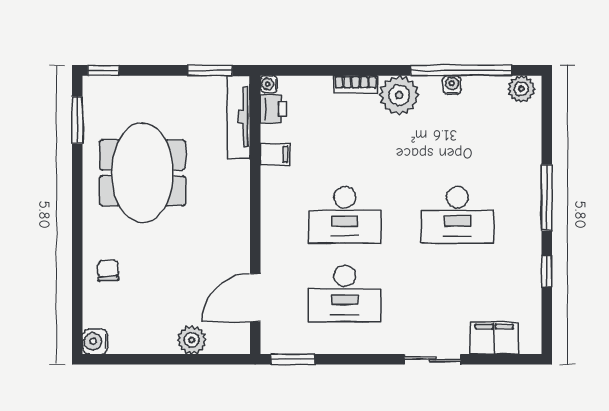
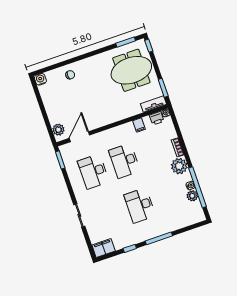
plant: (521, 89) -> (192, 196), moved
tv unit: (239, 117) -> (153, 104), width x0.71
meeting table: (142, 173) -> (131, 70), moved
door: (255, 298) -> (79, 137), hinge flipped
filing cabinet: (494, 338) -> (104, 248), moved, turned -90
plant: (192, 340) -> (58, 130), moved

